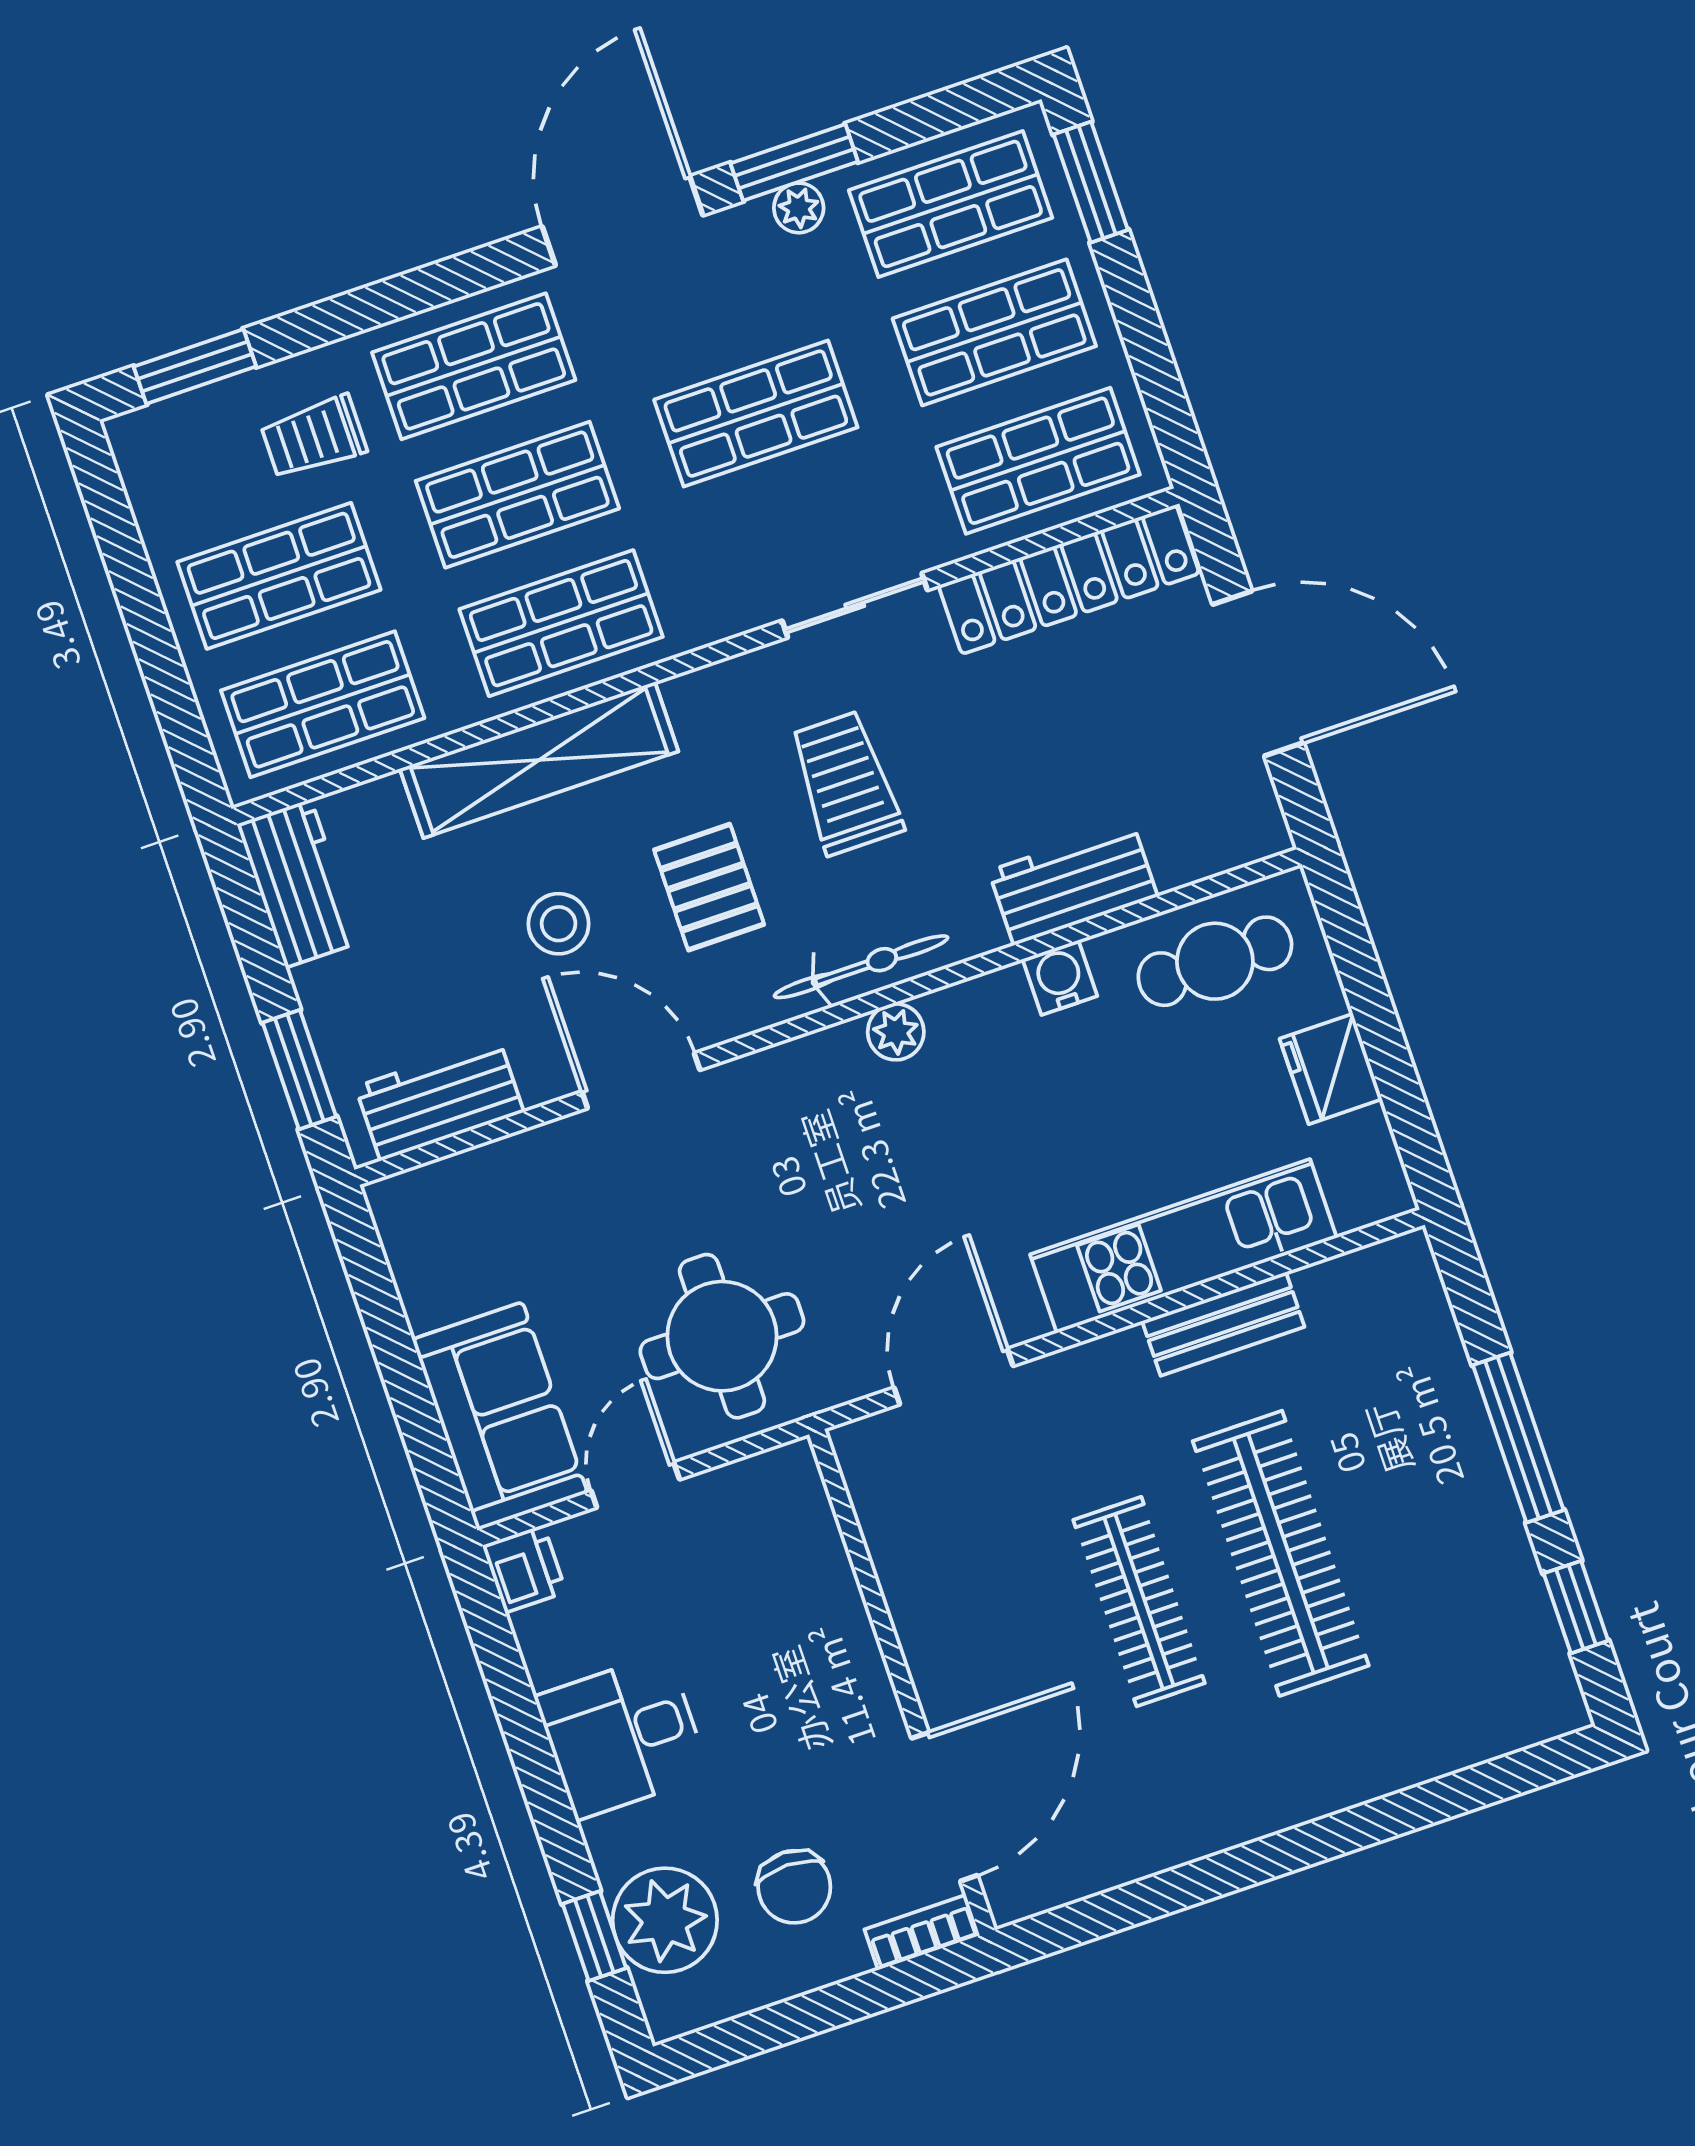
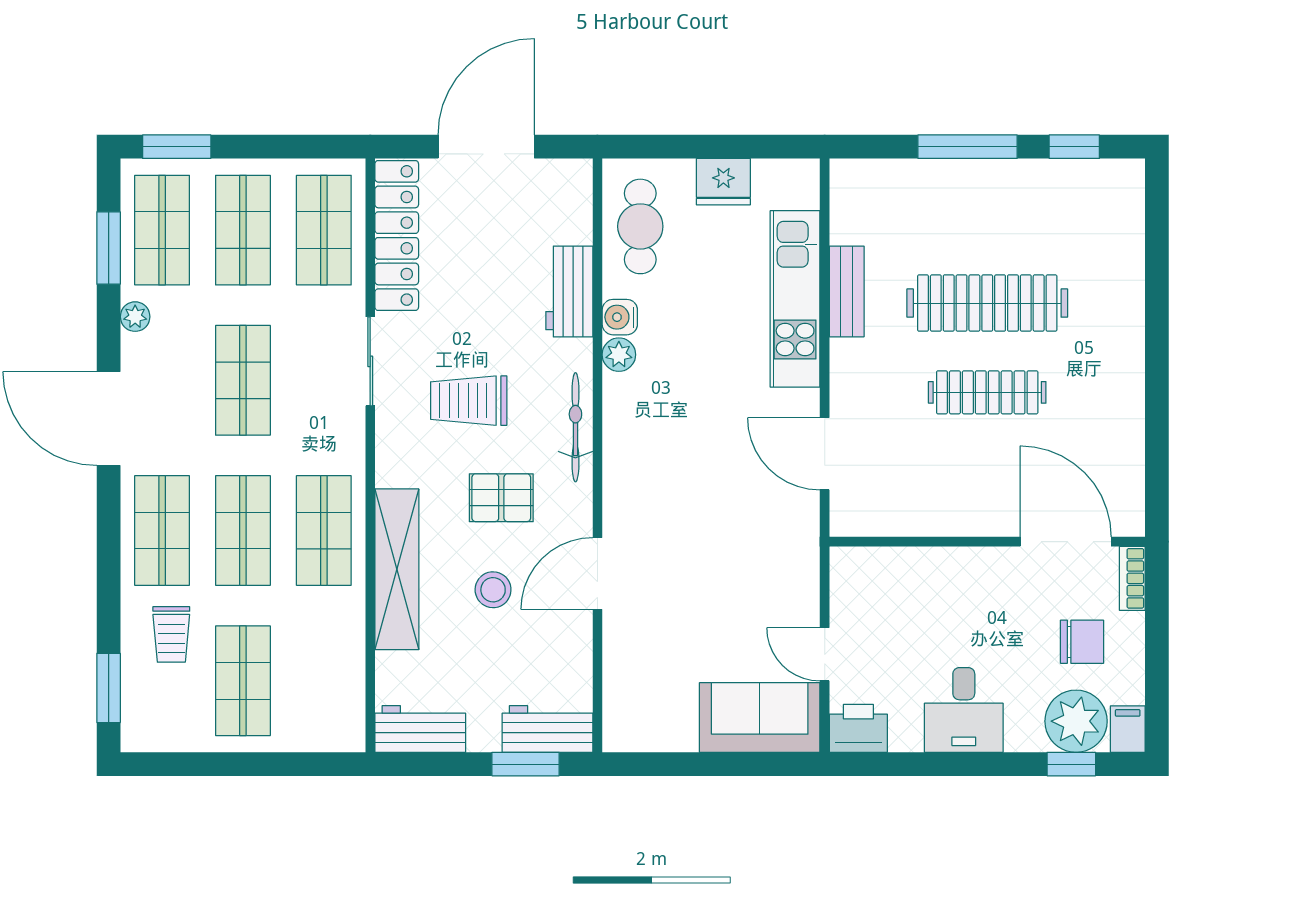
window: (794, 162) -> (109, 248), moved
shop shelf: (323, 704) -> (324, 681), removed
plant: (896, 1032) -> (619, 355), moved
workbench: (440, 1099) -> (547, 729), moved, turned 90
round table: (722, 1336) -> (757, 577), removed
printer: (524, 1569) -> (858, 728), width x1.36, depth x1.24
filing cabinet: (680, 2007) -> (1128, 729), added

